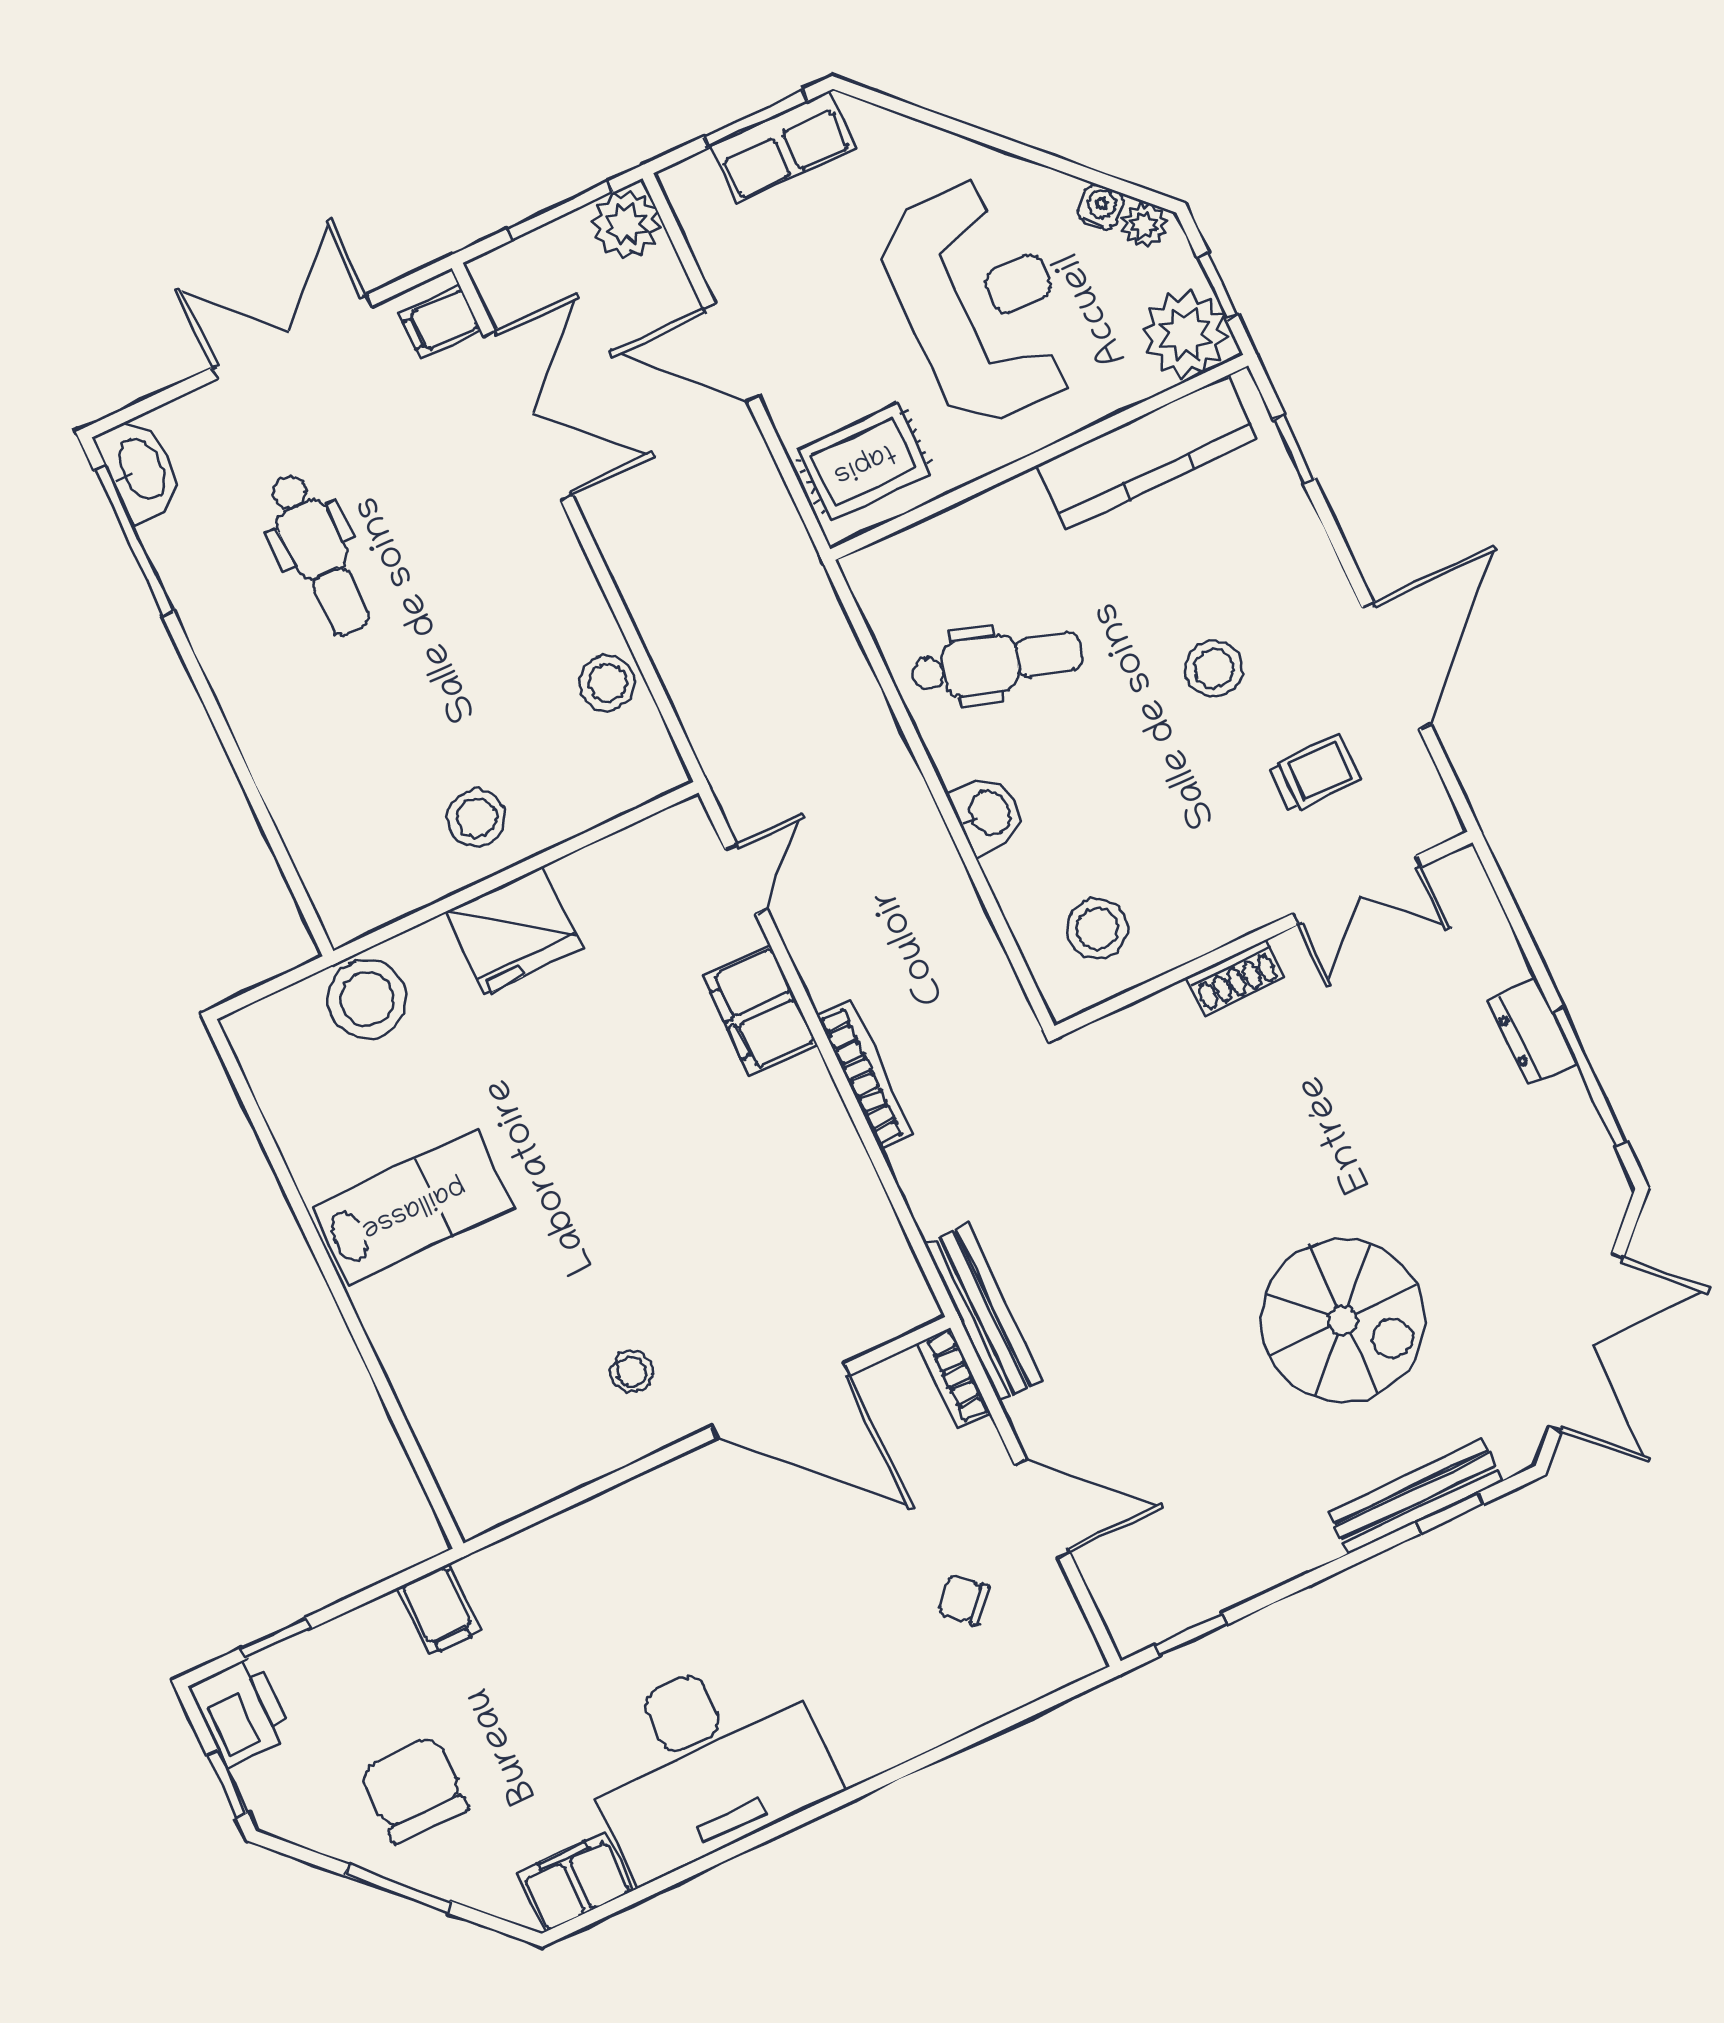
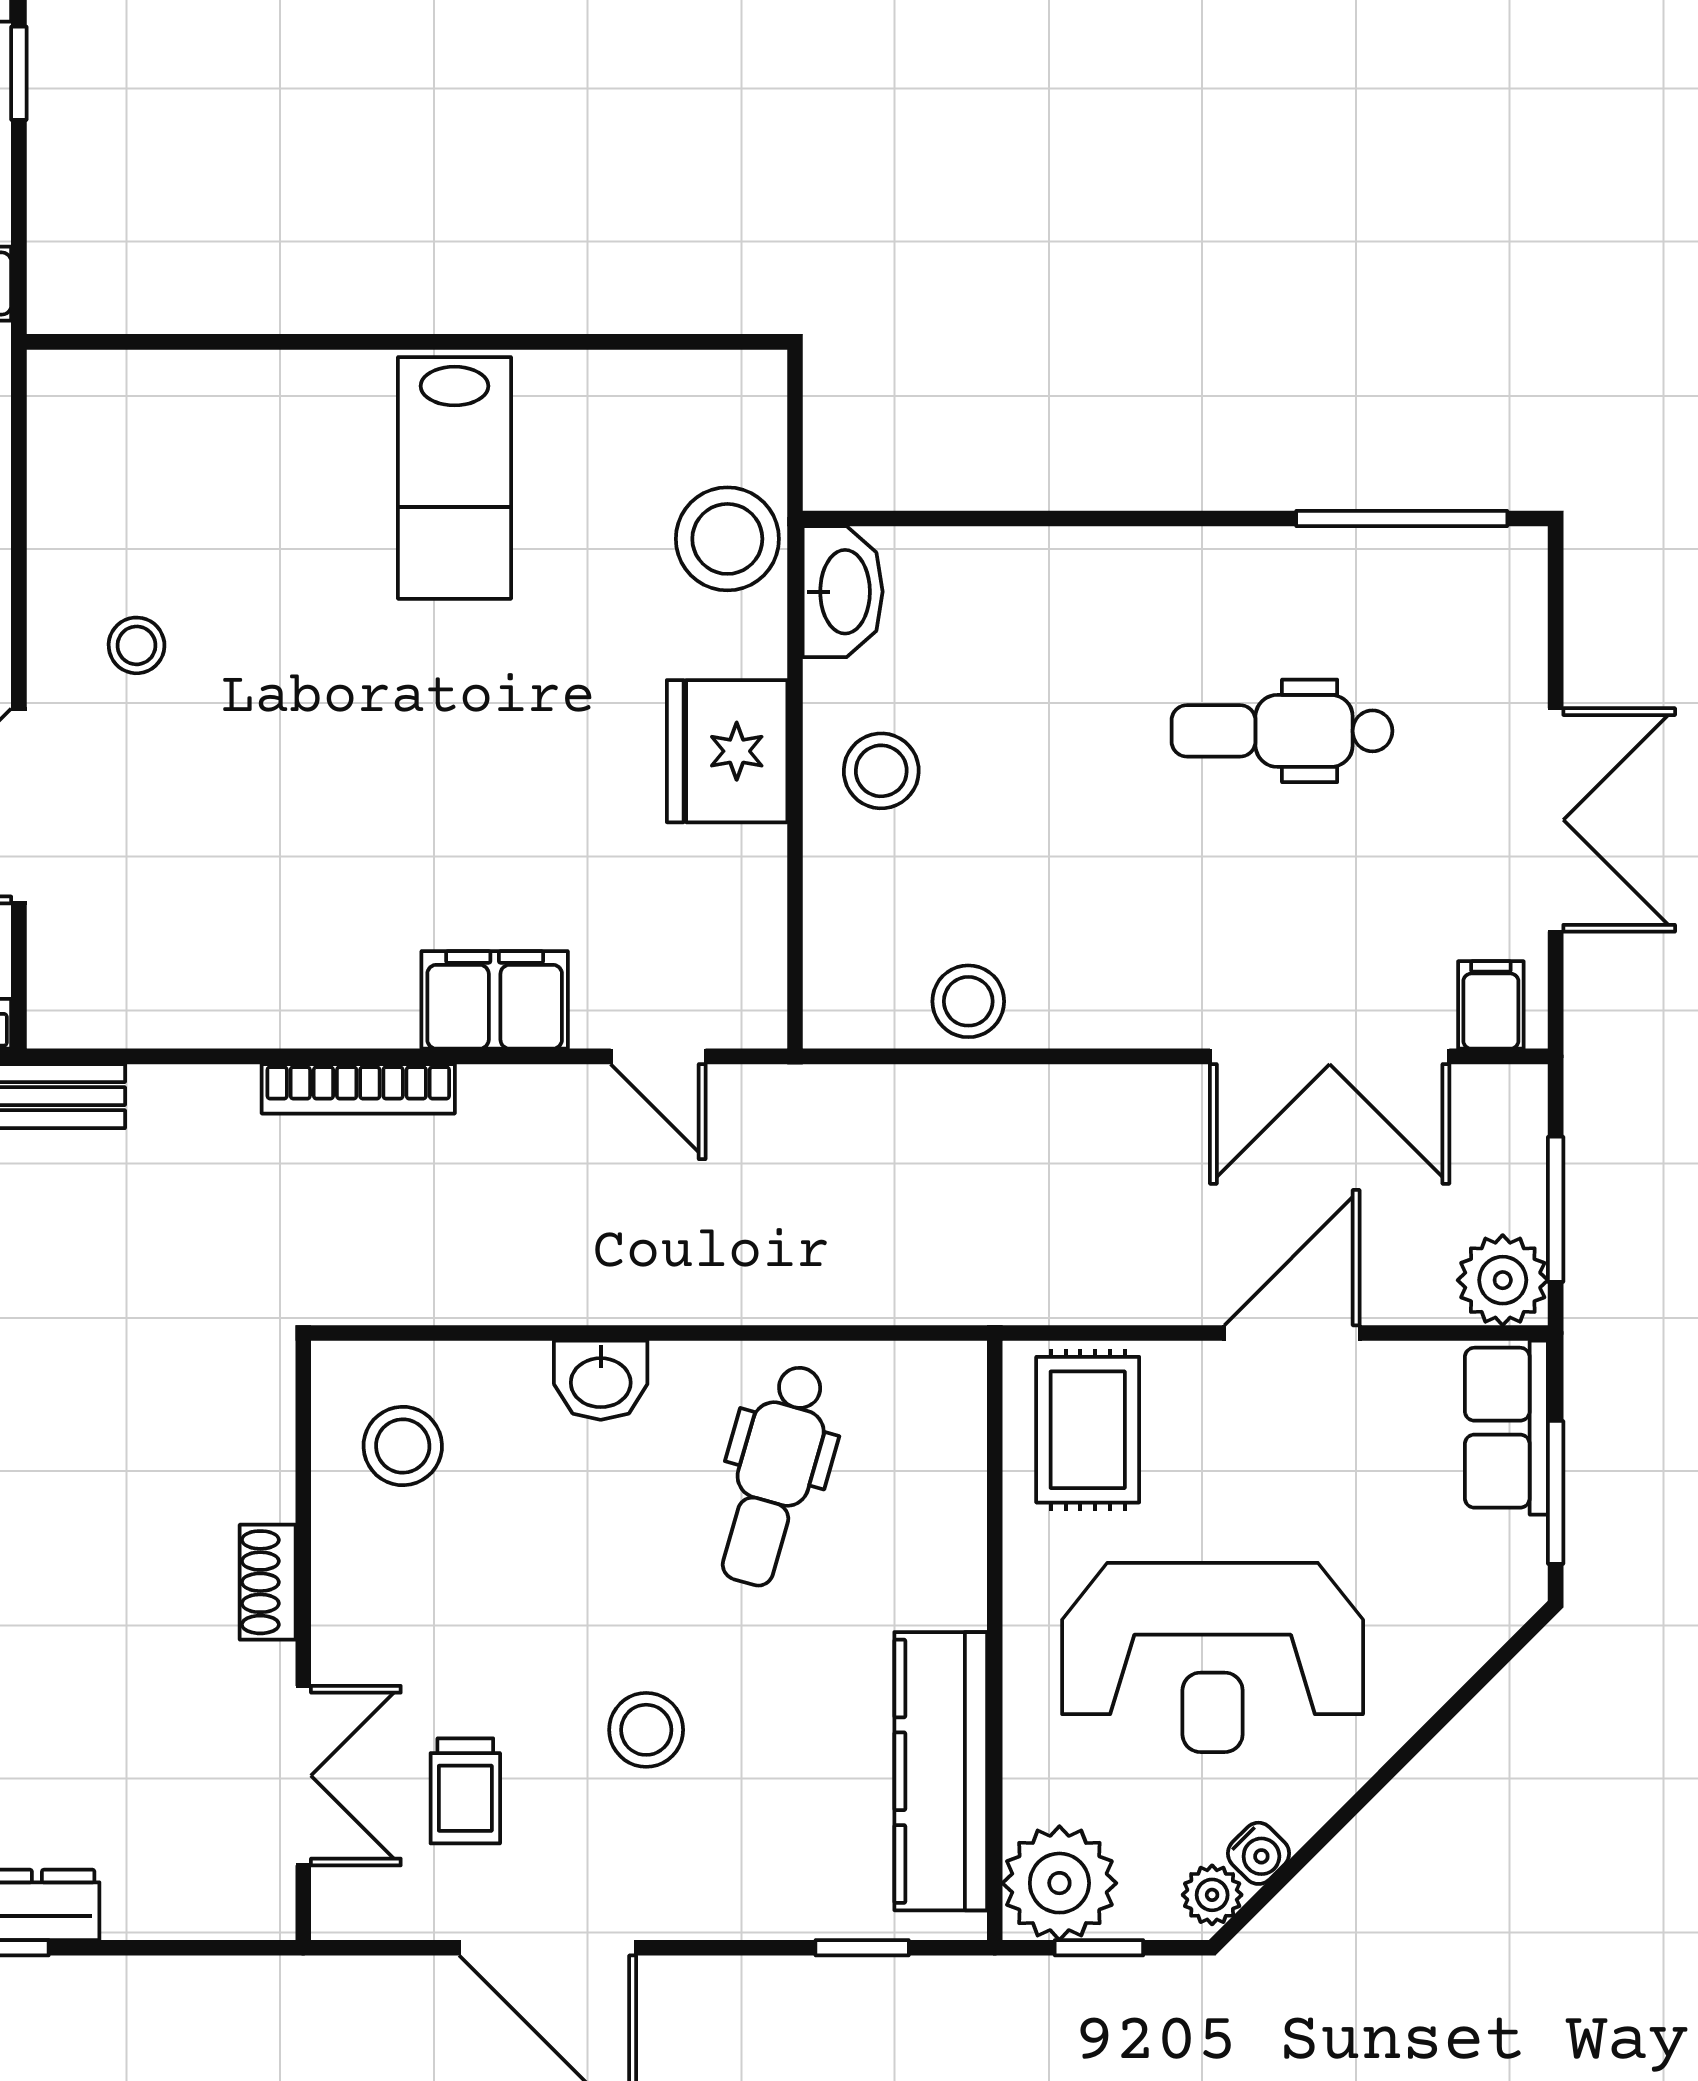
row of seats: (783, 147) -> (1506, 1428), moved
washbasin: (141, 470) -> (843, 592), moved, turned -90
double door: (1357, 890) -> (303, 1776), swing flipped

